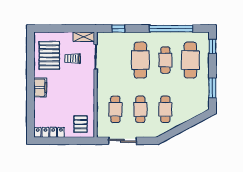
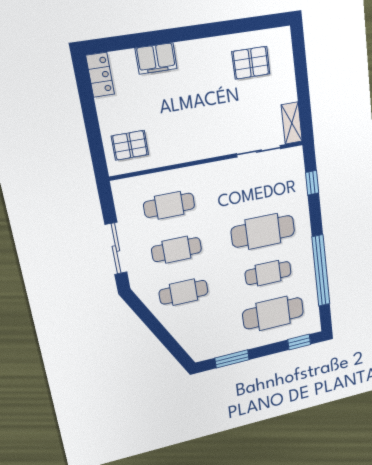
pallet: (49, 55) -> (251, 63), width x0.67, depth x0.71
trolley: (73, 59) -> (250, 109), removed
filing cabinet: (40, 88) -> (156, 58), moved
locker: (49, 132) -> (100, 75), width x0.66
sliding door: (122, 141) -> (116, 249), moved

